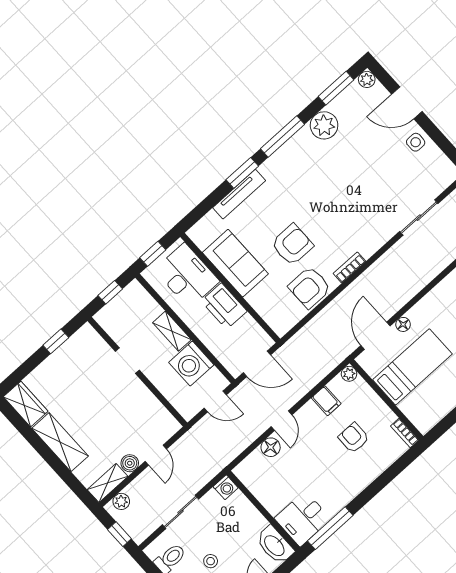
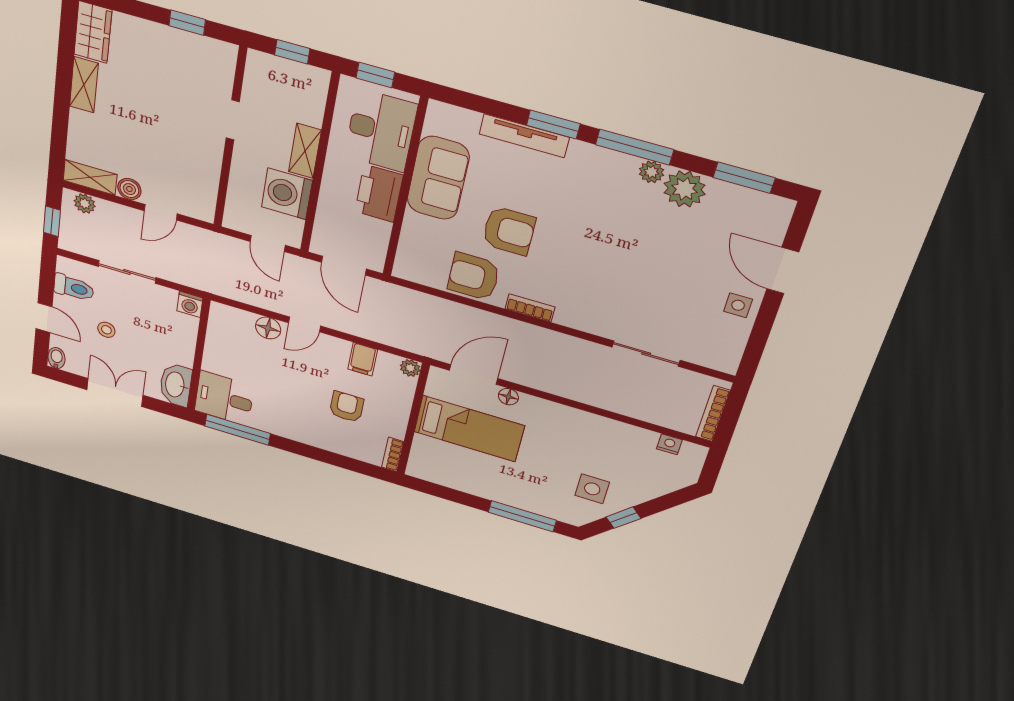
plant: (367, 79) -> (651, 172), moved
shelving: (60, 442) -> (84, 85), width x0.67, depth x0.75

